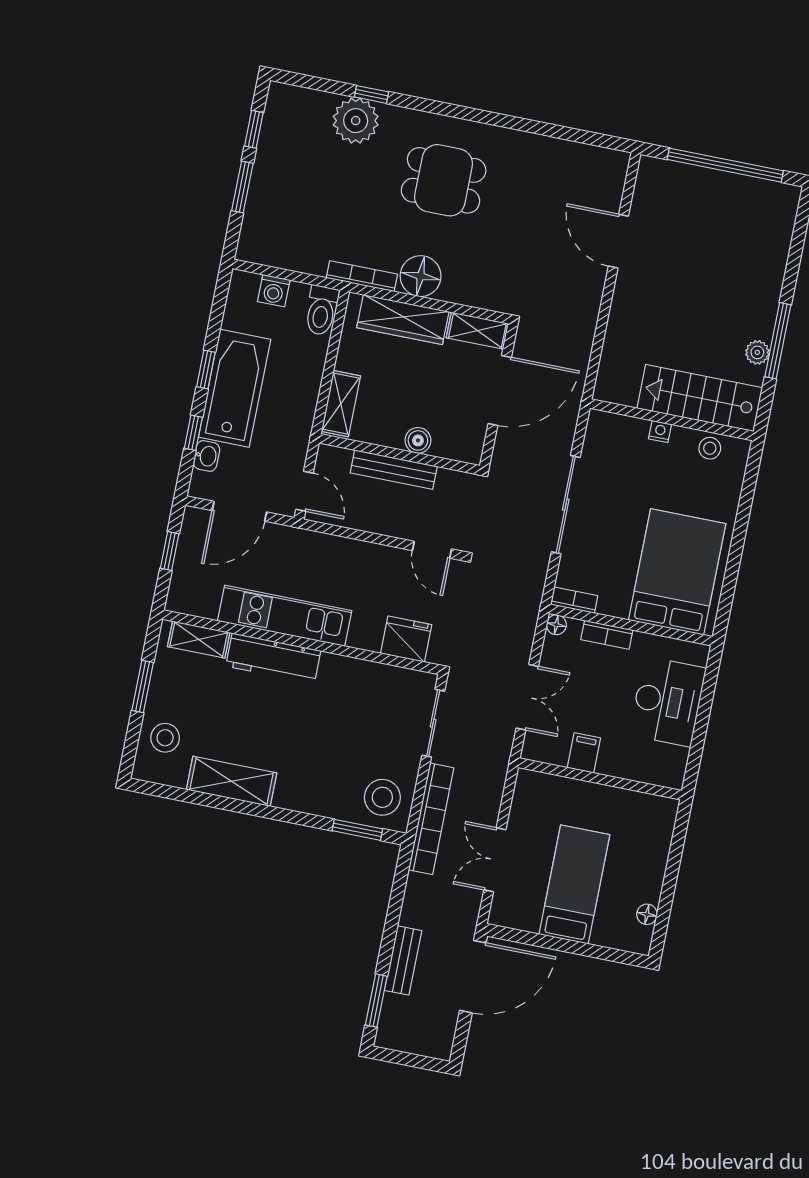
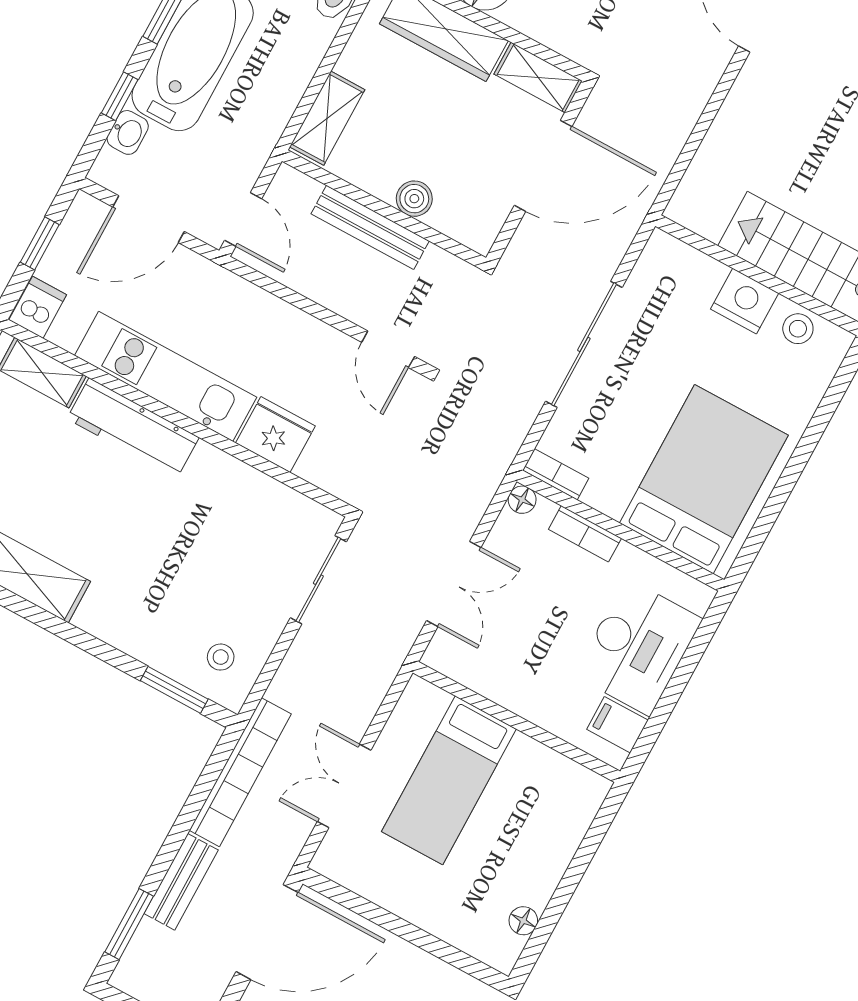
nightstand: (660, 431) -> (745, 301), width x1.89, depth x1.79
dishwasher: (182, 596) -> (38, 307), added
fridge: (406, 639) -> (275, 434), moved
filing cabinet: (584, 753) -> (617, 725), moved, turned -90
stool: (382, 797) -> (221, 657), width x0.53, depth x0.53
bookcase: (431, 819) -> (240, 772), moved
bed: (574, 884) -> (449, 780), moved, turned 180

